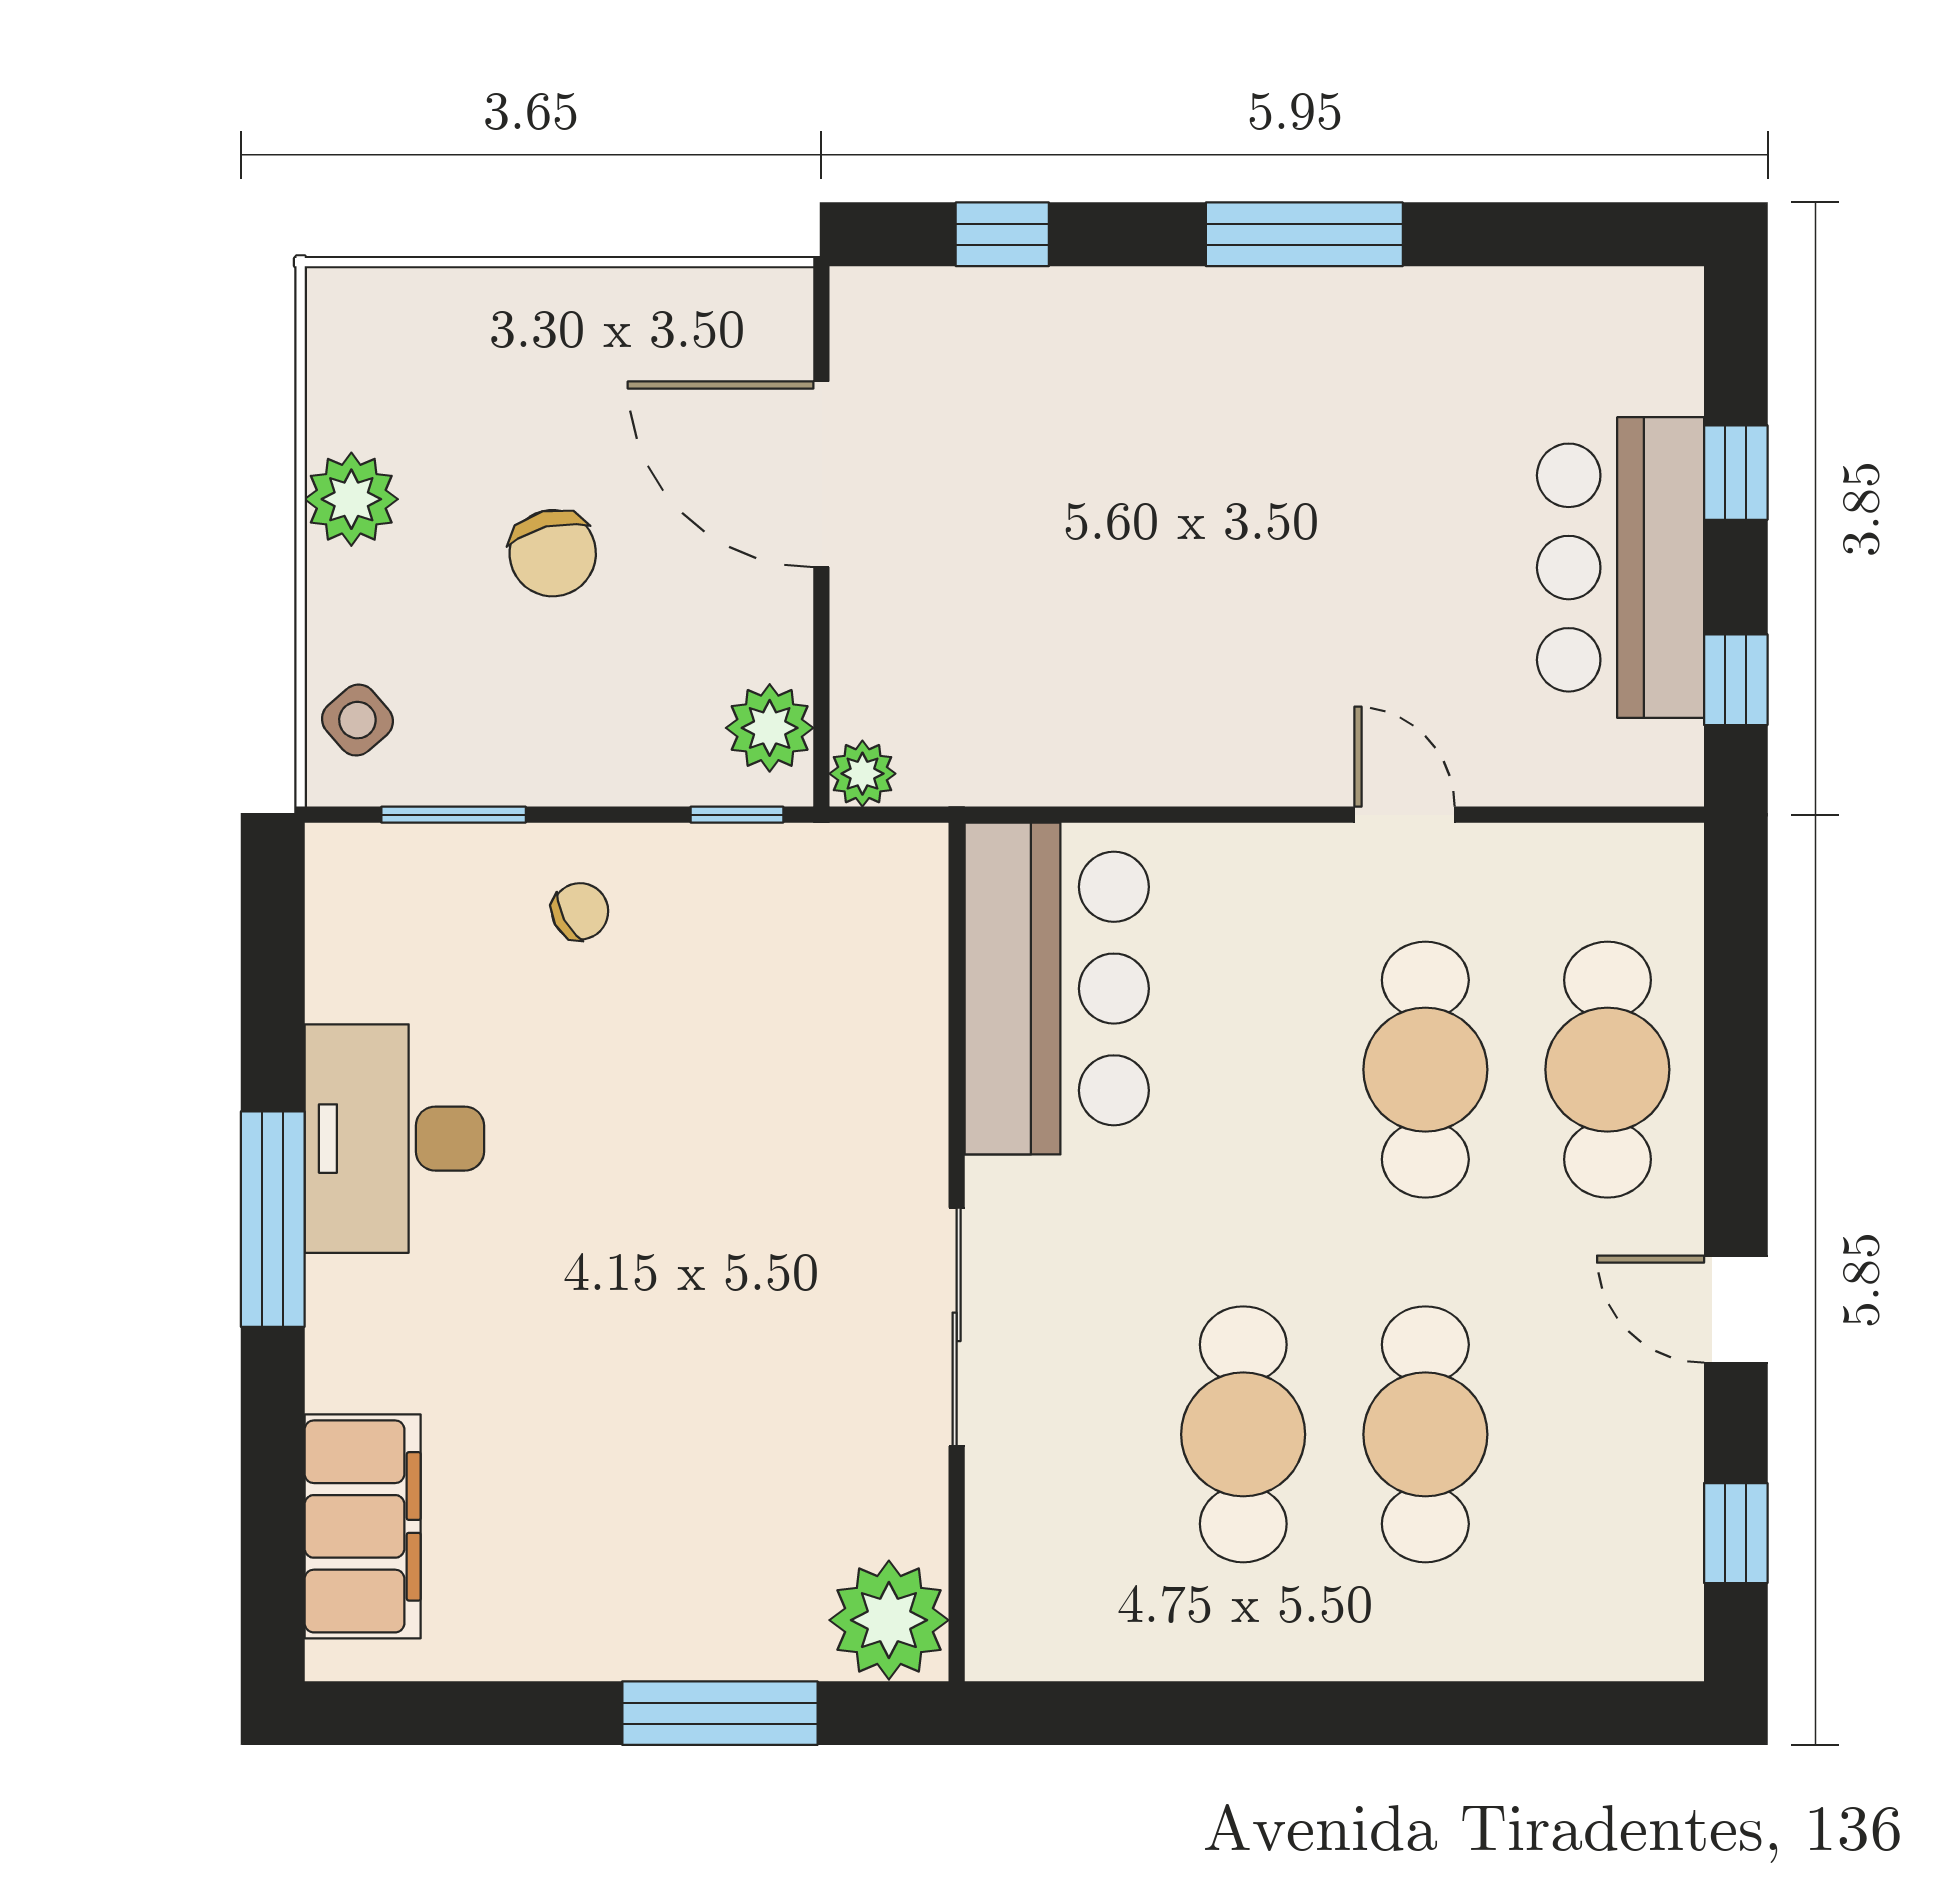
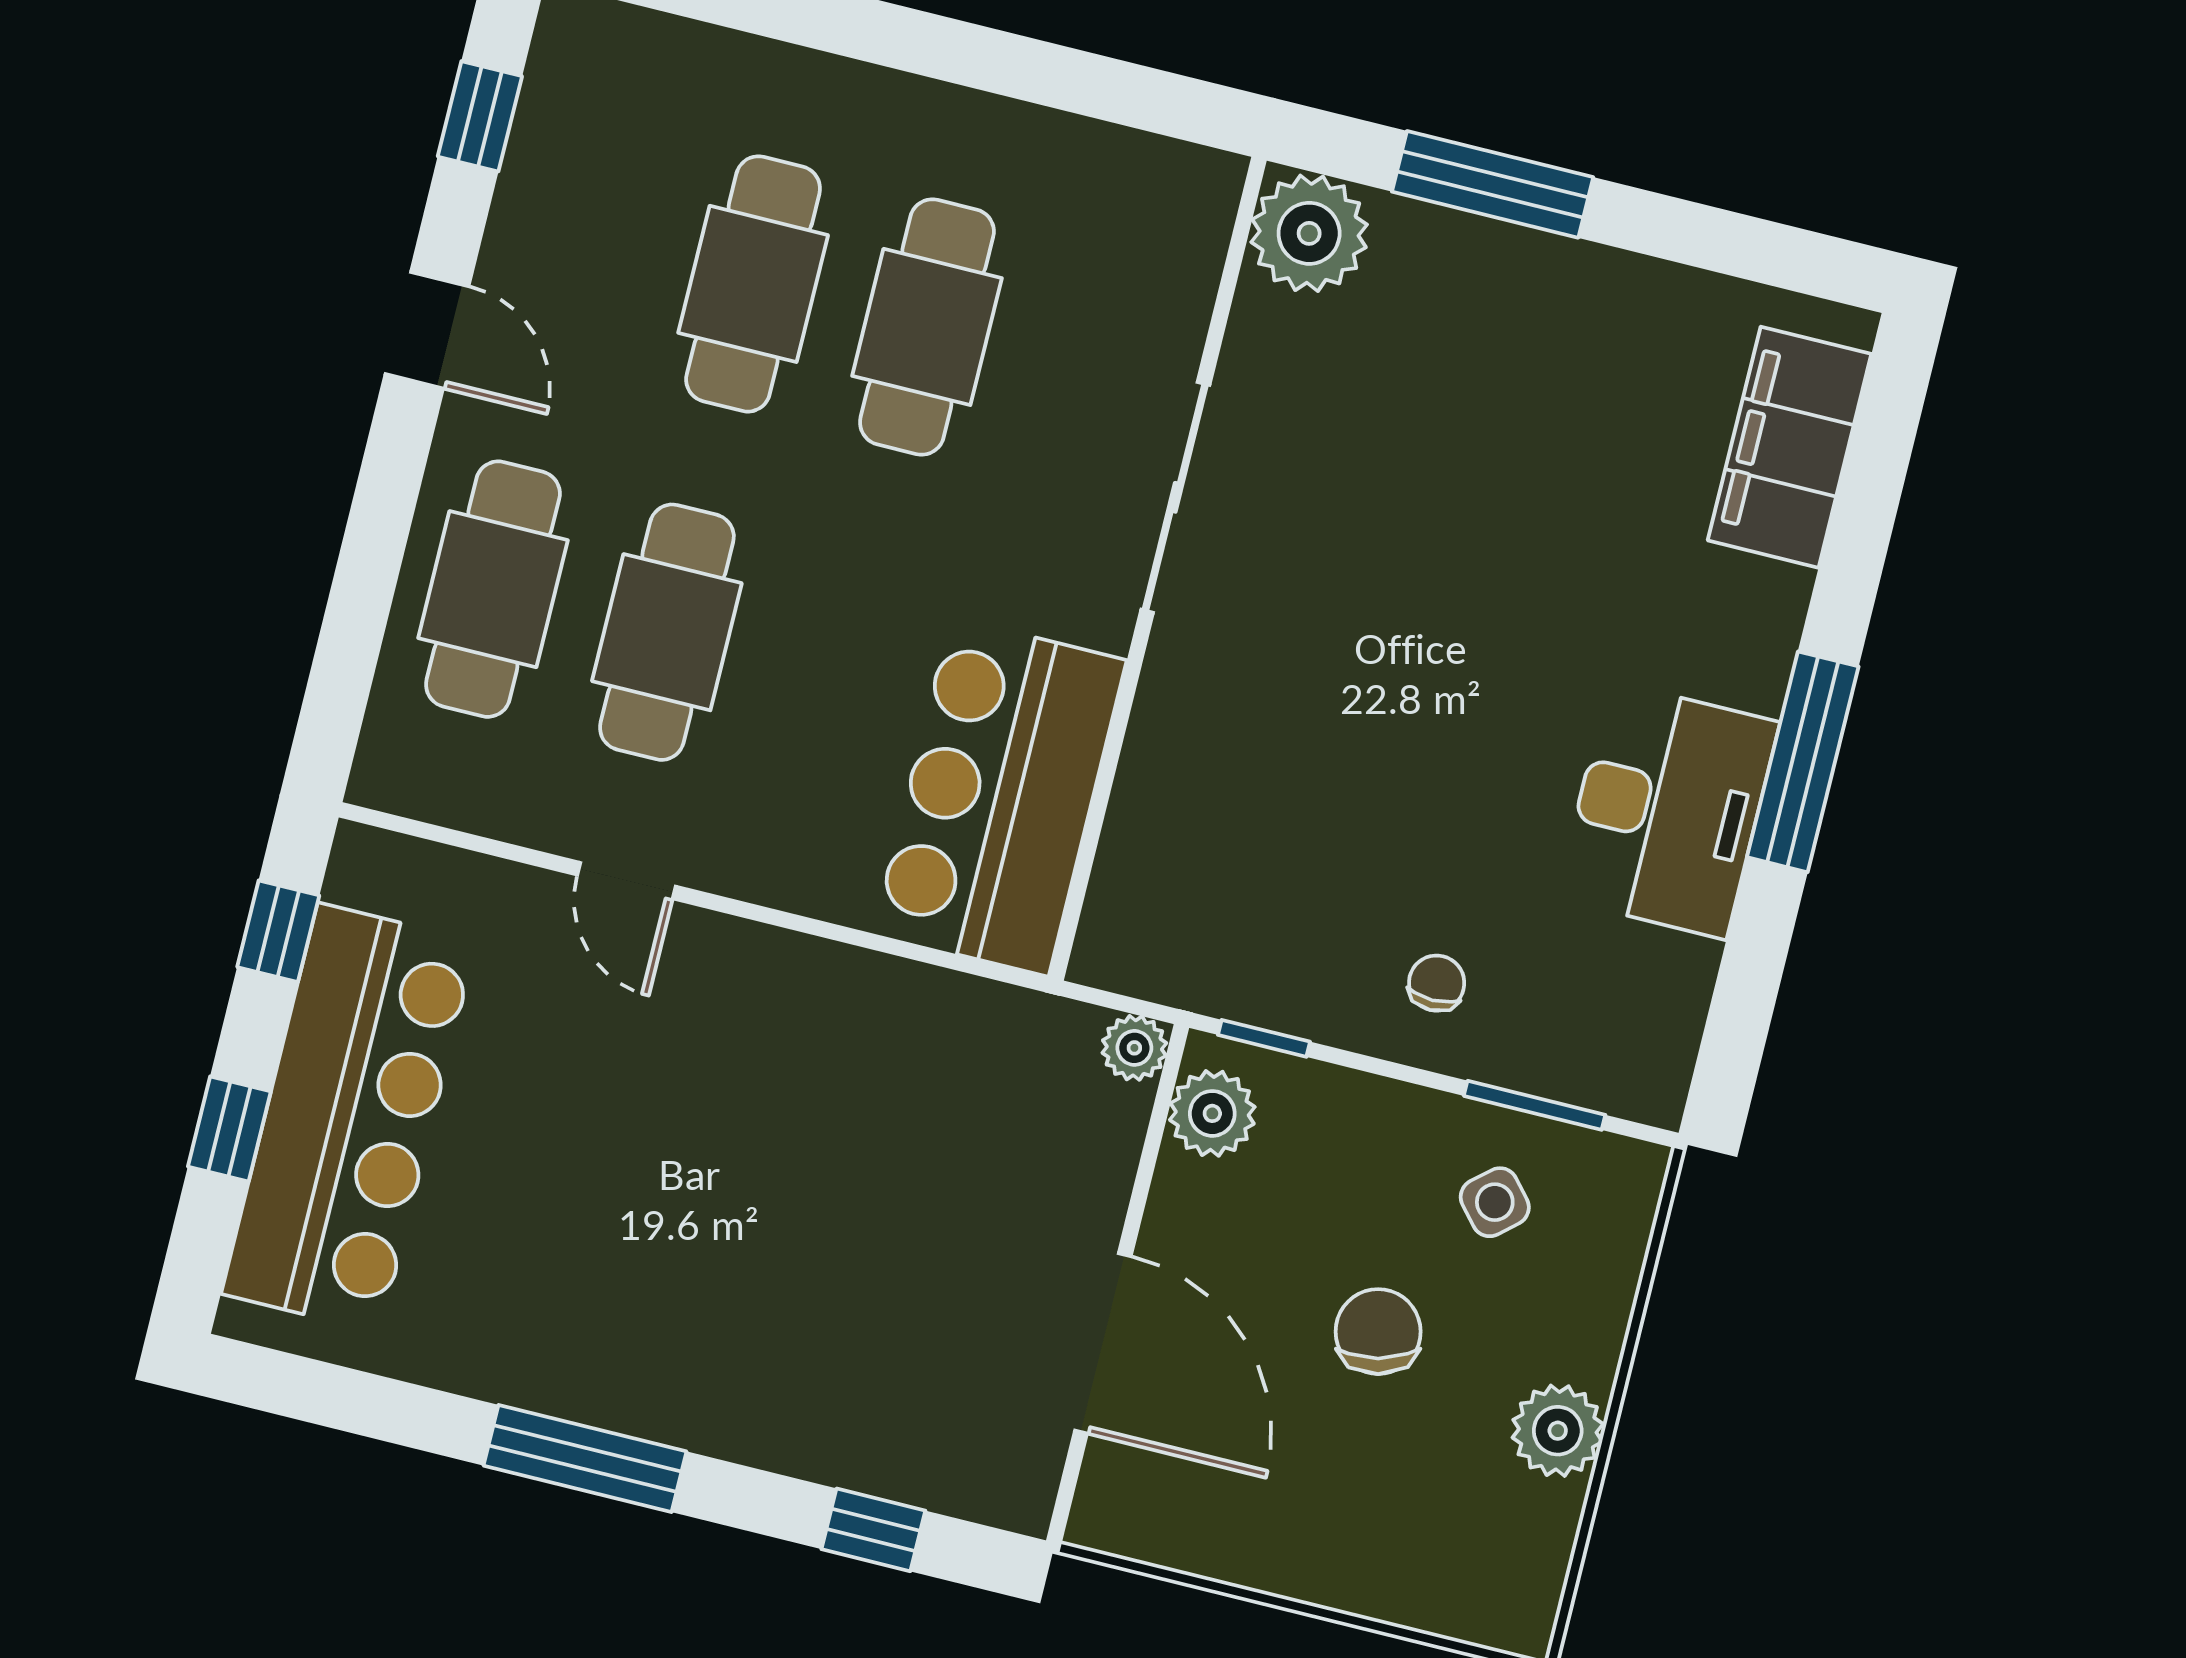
bar counter: (1620, 568) -> (349, 1118), width x1.36
side table: (357, 720) -> (1495, 1202), moved
chair: (580, 911) -> (1437, 983), turned 118

